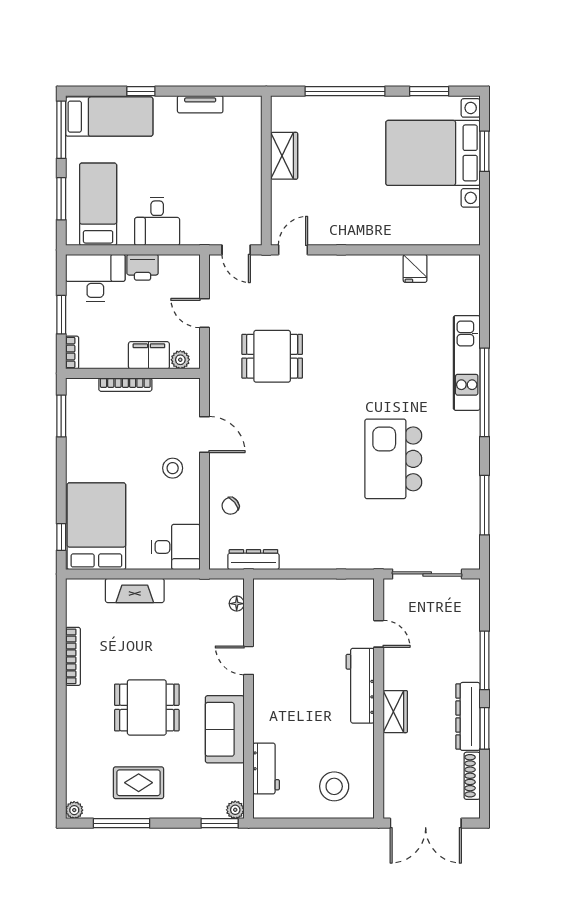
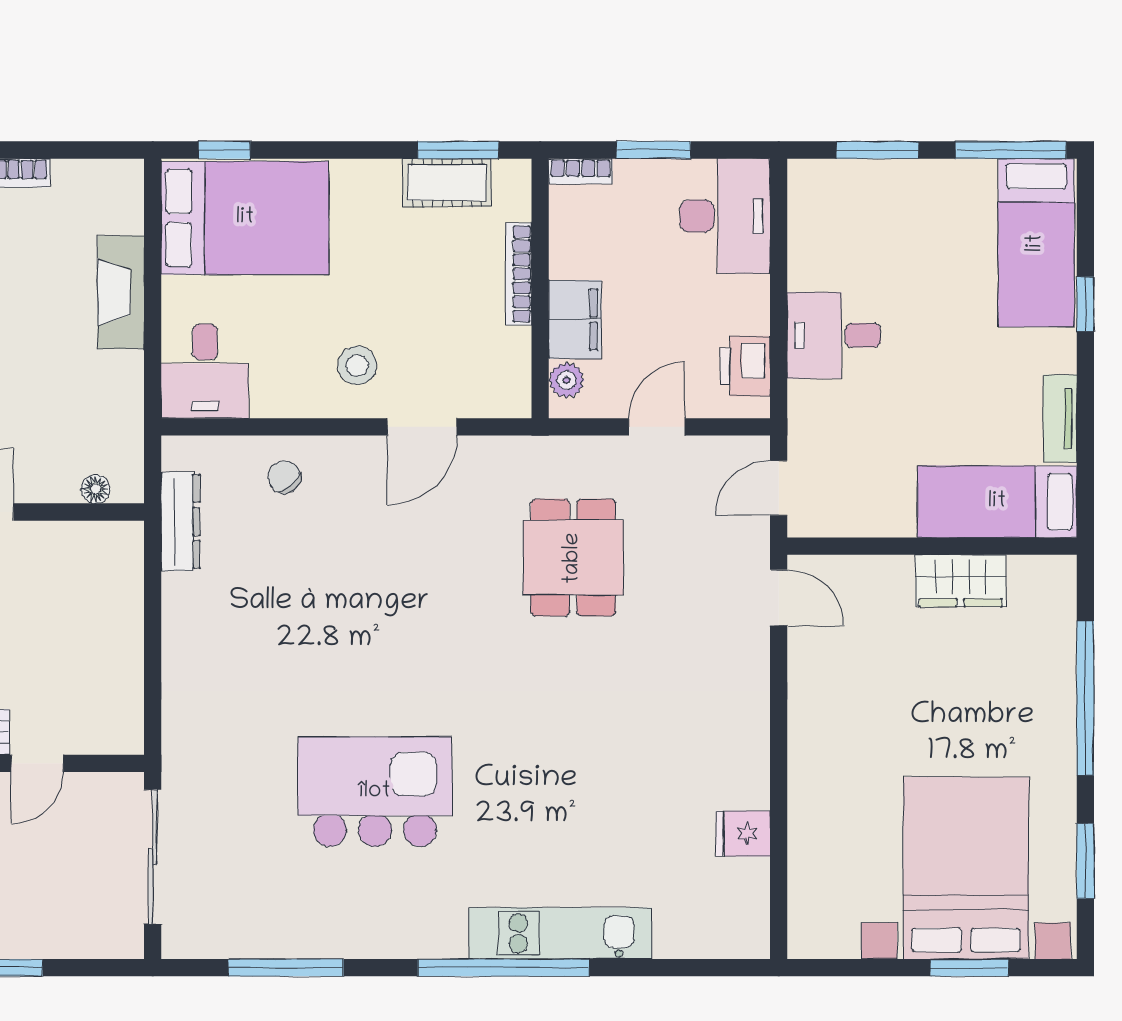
bed: (98, 204) -> (997, 502), moved, turned 180
printer: (143, 267) -> (745, 366), moved
cot: (78, 422) -> (447, 183), added

